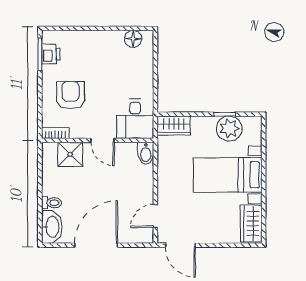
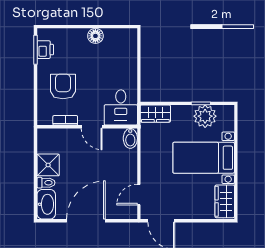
floor lamp: (133, 39) -> (95, 36), moved
bookcase: (55, 133) -> (65, 120), moved
shower: (70, 154) -> (48, 165), moved

